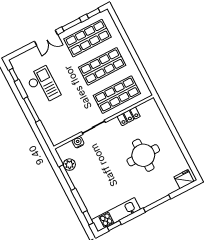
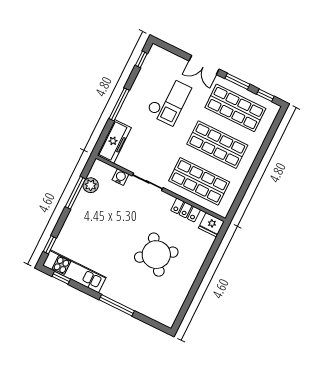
checkout: (43, 85) -> (169, 100), moved
freezer: (53, 130) -> (114, 141), added
round table: (143, 155) -> (156, 255), turned -35
fridge: (184, 179) -> (211, 225), moved, turned 180

